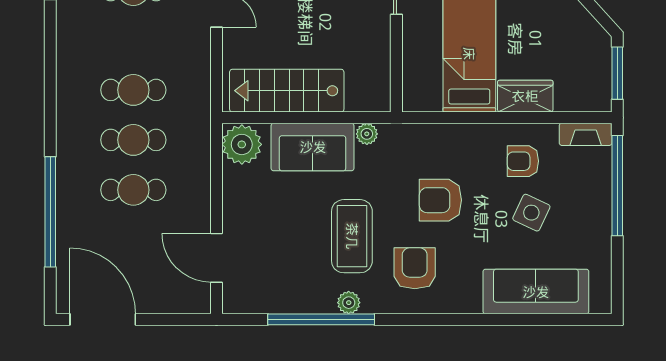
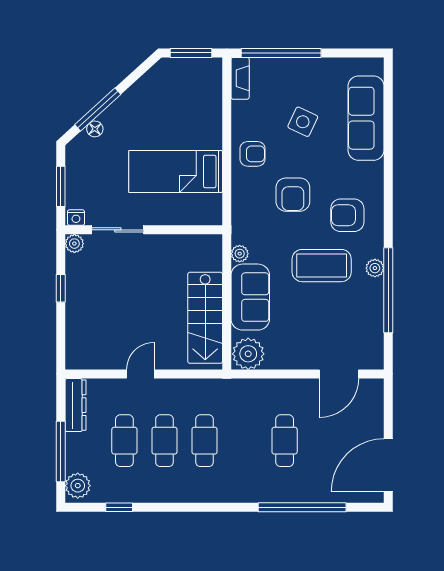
wardrobe: (525, 96) -> (210, 127), removed
cafe table: (133, 140) -> (164, 441), moved
armchair: (523, 161) -> (253, 154), moved, turned -90

